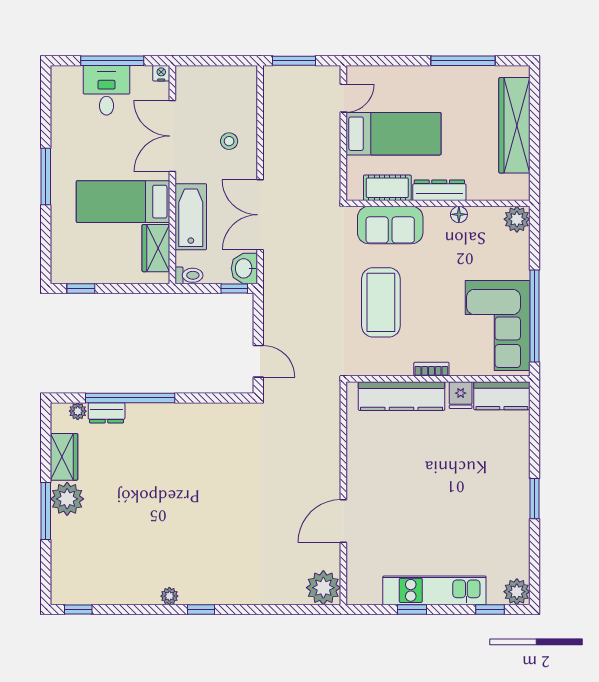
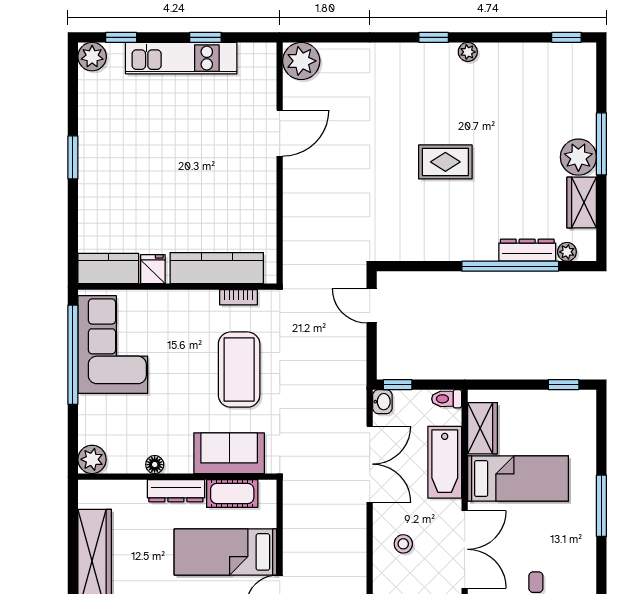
washbasin: (244, 268) -> (382, 402), width x0.72, depth x0.69
bookcase: (431, 369) -> (239, 297), moved
dresser: (107, 413) -> (527, 250), width x1.44
rug: (190, 494) -> (445, 162), added

